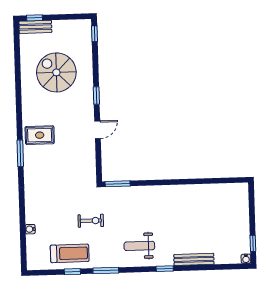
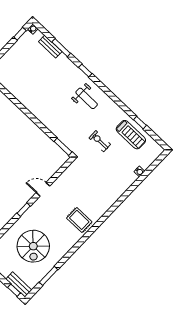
window: (20, 153) -> (49, 276), moved
treadmill: (70, 253) -> (131, 135), turned 180
bench: (194, 259) -> (50, 47), moved, width x0.73
window: (106, 271) -> (61, 48), moved

